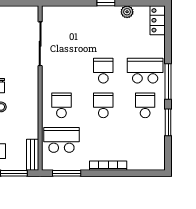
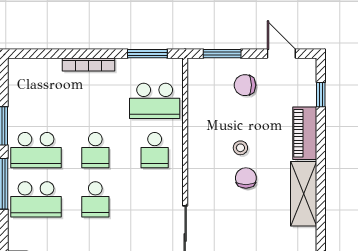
school desk: (145, 105) -> (36, 150), width x1.85
bench: (33, 155) -> (196, 80), removed

